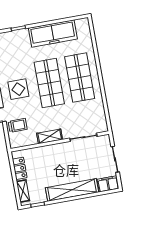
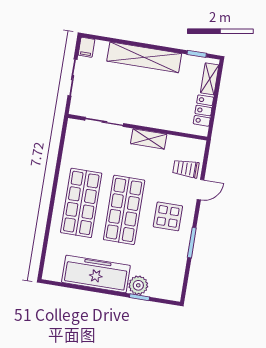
plant: (22, 36) -> (138, 285), added
filing cabinet: (108, 184) -> (87, 47), width x0.50

